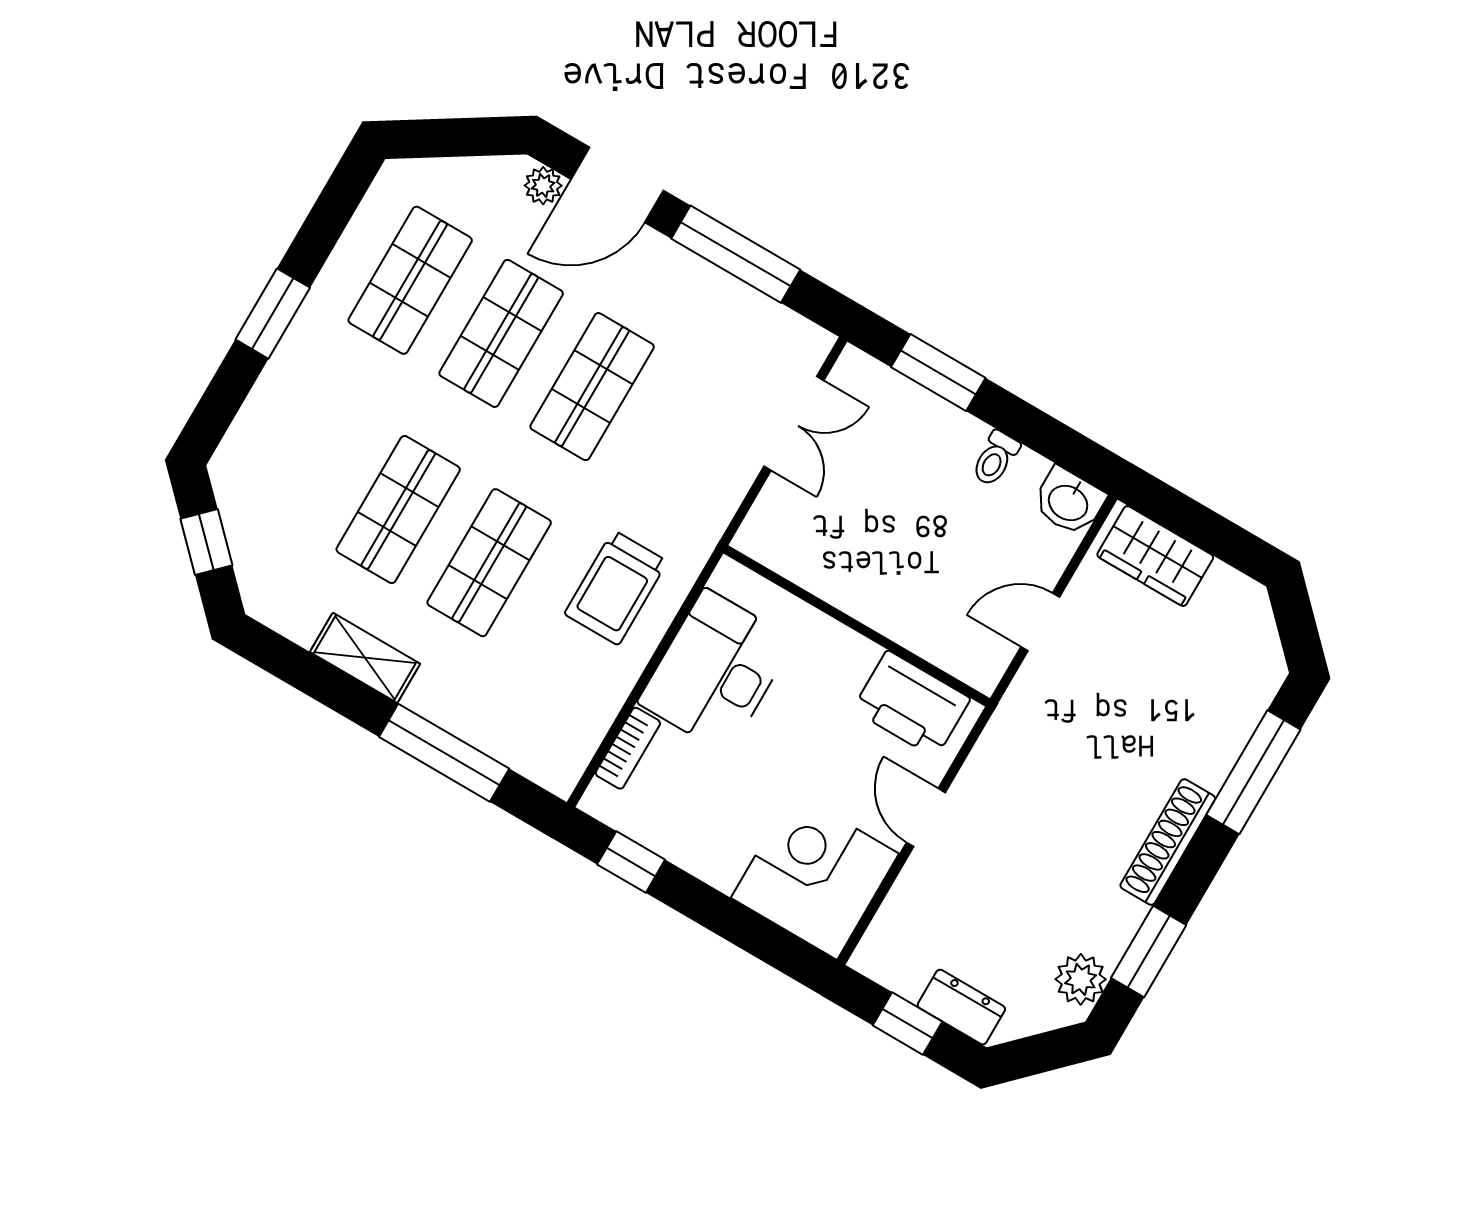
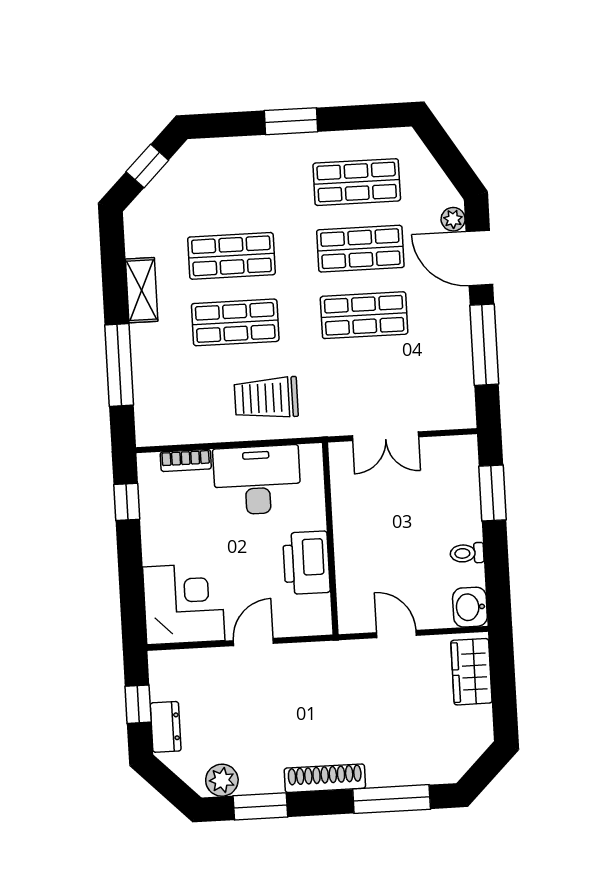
double door: (794, 423) -> (385, 436), moved
printer: (911, 704) -> (306, 563), moved

